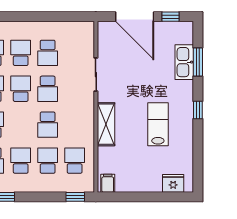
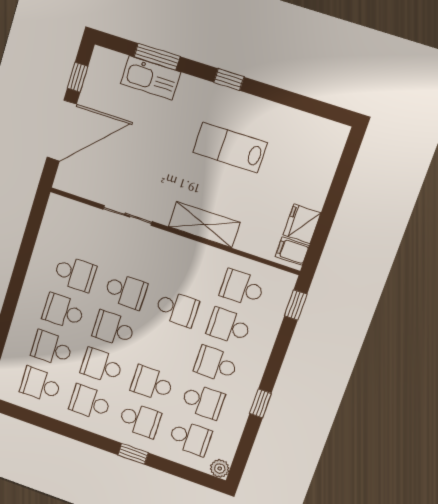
fridge: (173, 183) -> (302, 224), moved

